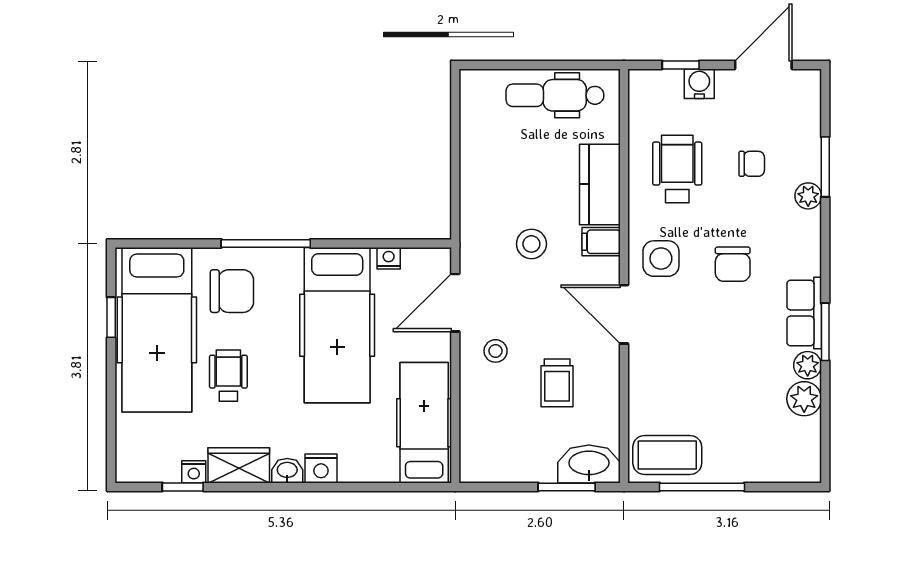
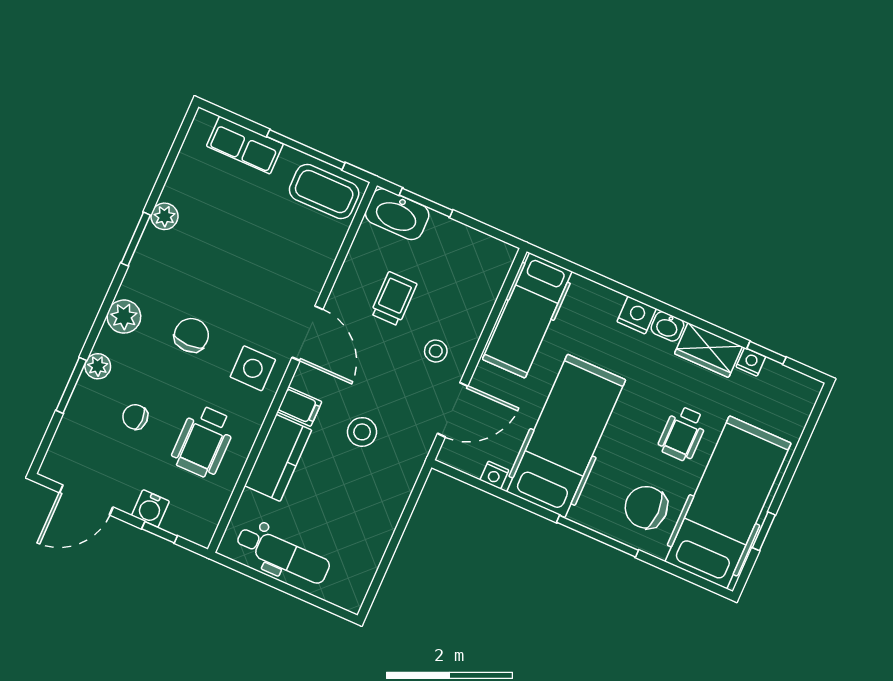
row of seats: (804, 313) -> (245, 145), moved, turned 90
plant: (804, 399) -> (124, 317), moved

